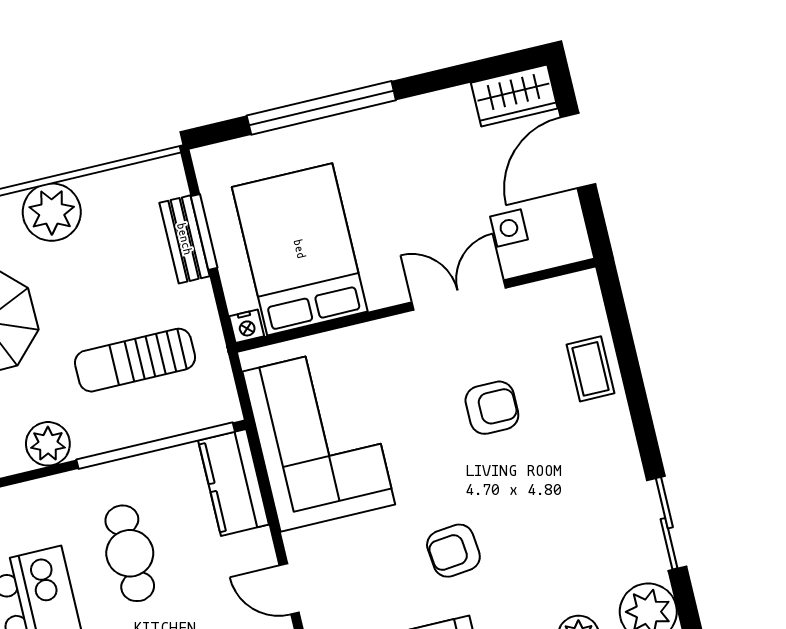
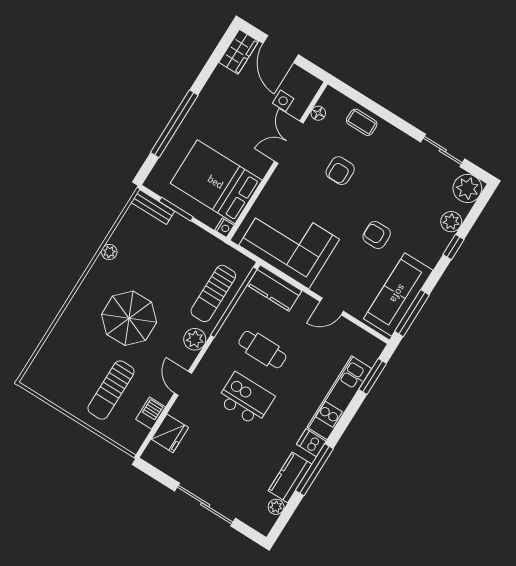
plant: (52, 212) -> (109, 252), width x0.53, depth x0.53
bench: (185, 239) -> (153, 207), moved
floor lamp: (541, 295) -> (318, 113), added
sun lounger: (135, 360) -> (213, 293), moved
armchair: (492, 408) -> (340, 171), turned 180
armchair: (453, 551) -> (377, 235), turned 96

